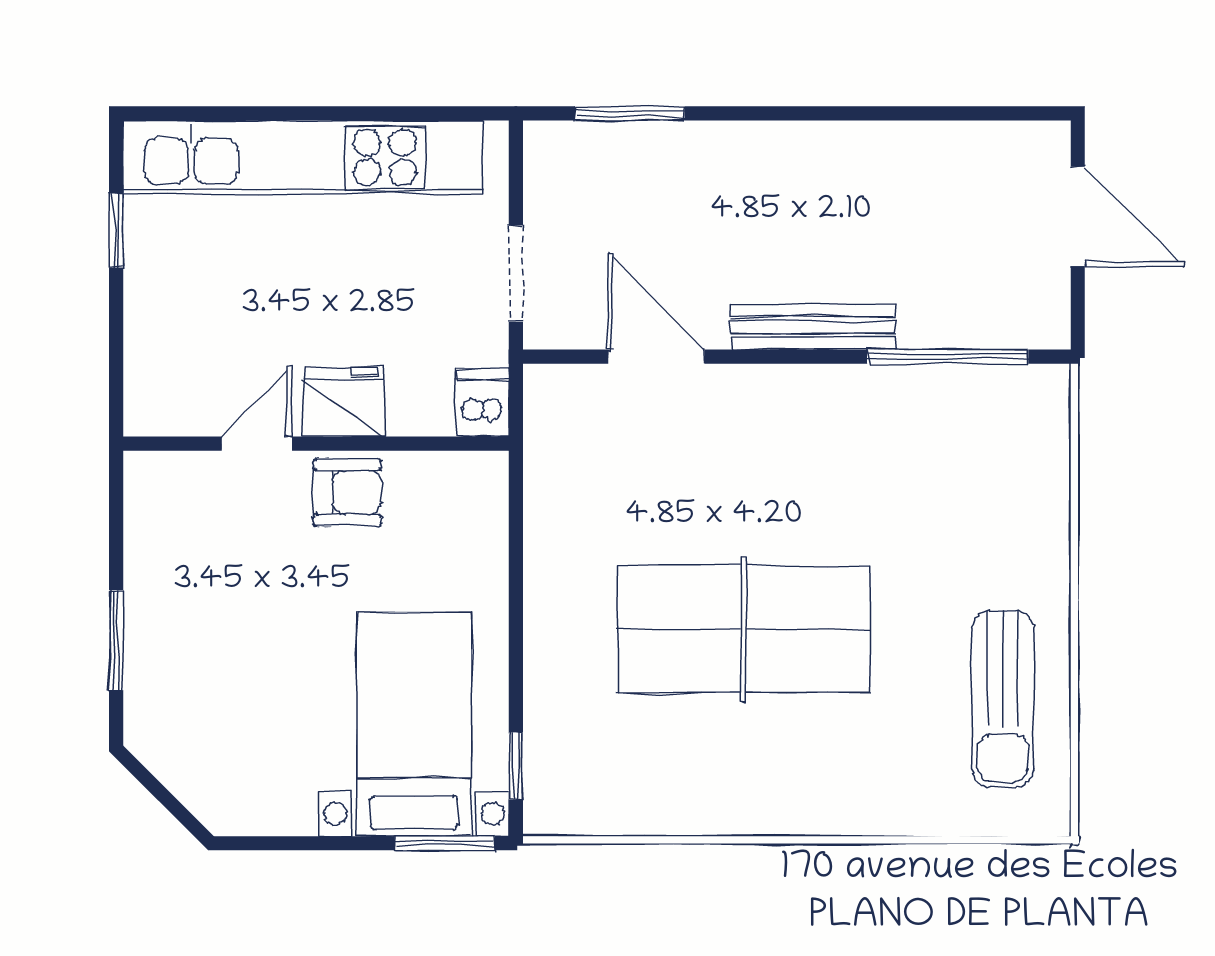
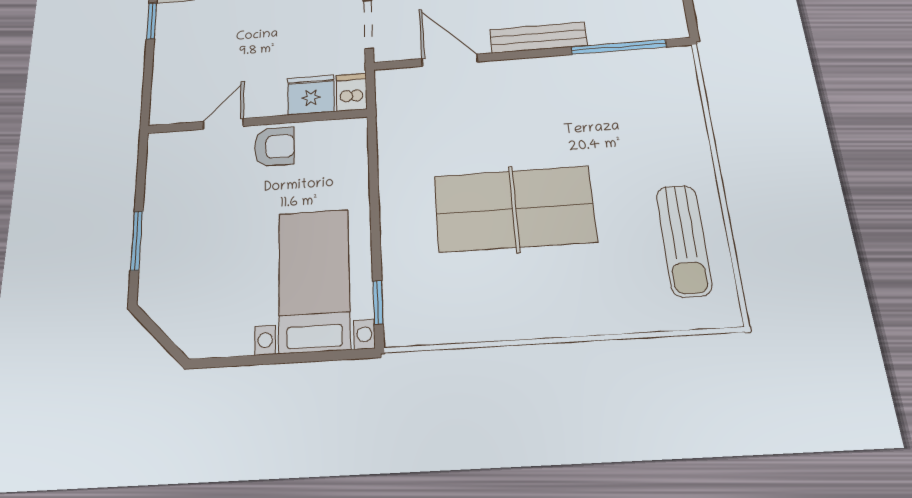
fridge: (343, 402) -> (311, 95), moved
window: (445, 843) -> (334, 356), removed

